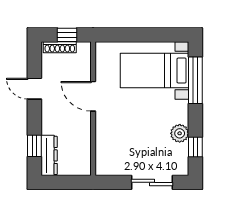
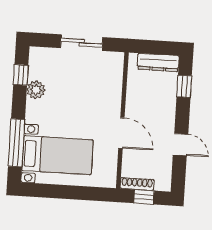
shoe rack: (60, 47) -> (137, 184), moved
dresser: (49, 155) -> (158, 62), moved, turned -90
sliding door: (152, 182) -> (82, 43), moved

